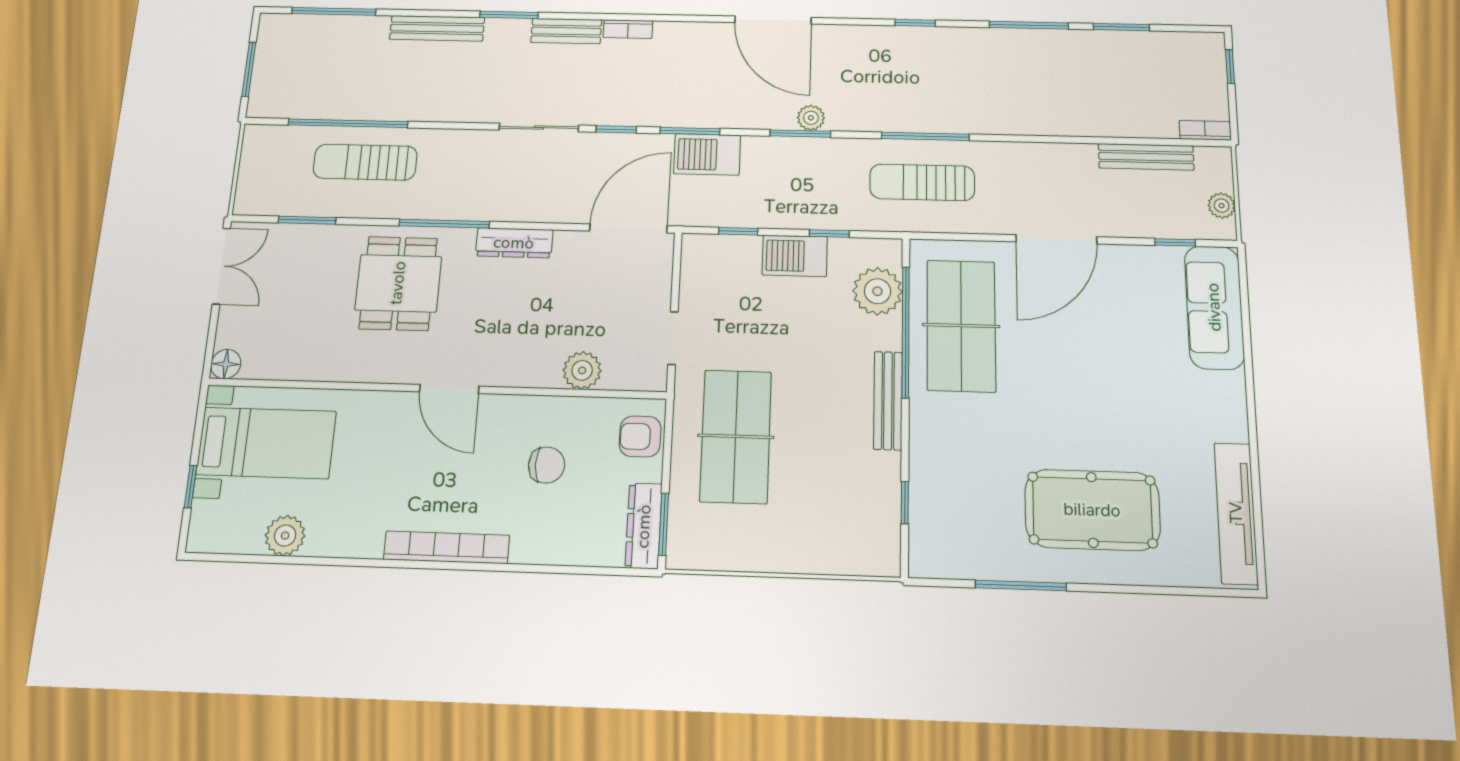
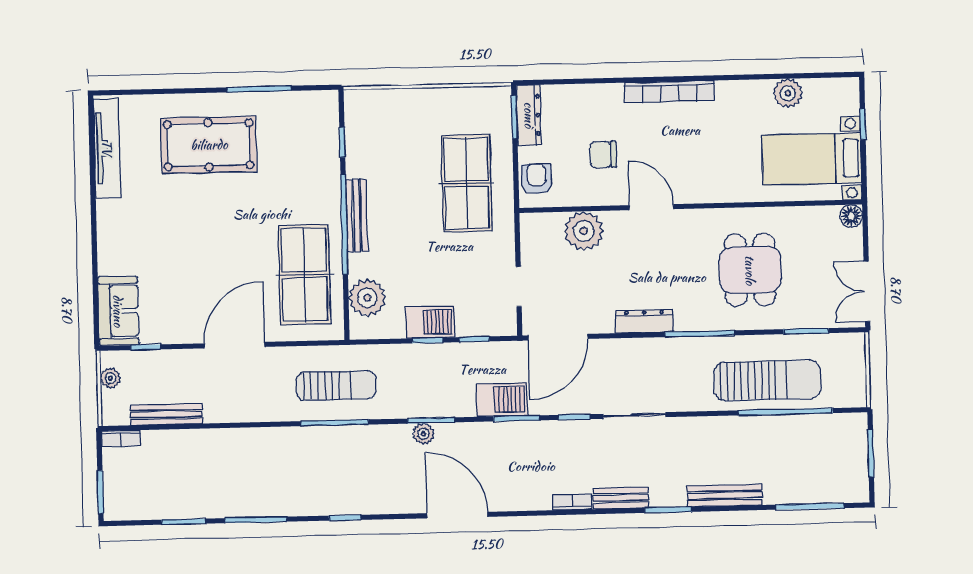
window: (1230, 67) -> (100, 492), width x1.50
sun lounger: (365, 162) -> (767, 380), width x1.36, depth x1.34
window: (829, 234) -> (428, 340), moved
dining table: (398, 283) -> (750, 270), moved
sofa: (1214, 307) -> (118, 311), width x0.73
window: (906, 332) -> (344, 225), moved
doorway: (673, 338) -> (519, 287), moved
plant: (582, 370) -> (584, 231), width x1.36, depth x1.36
door: (449, 389) -> (652, 207), moved
armchair: (640, 436) -> (536, 179), turned -90

